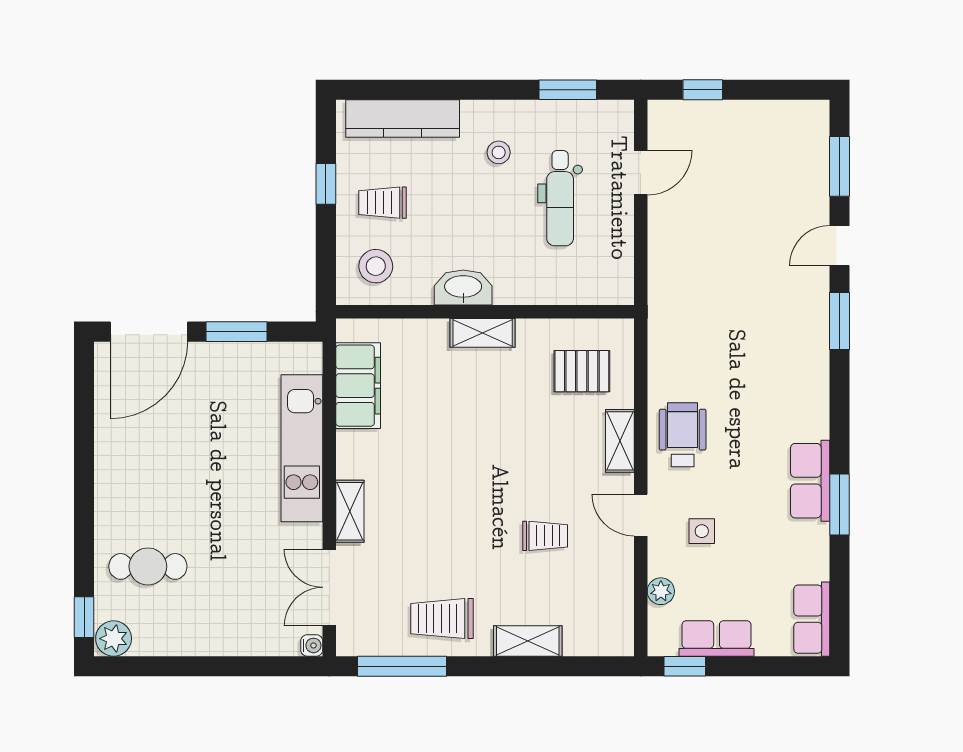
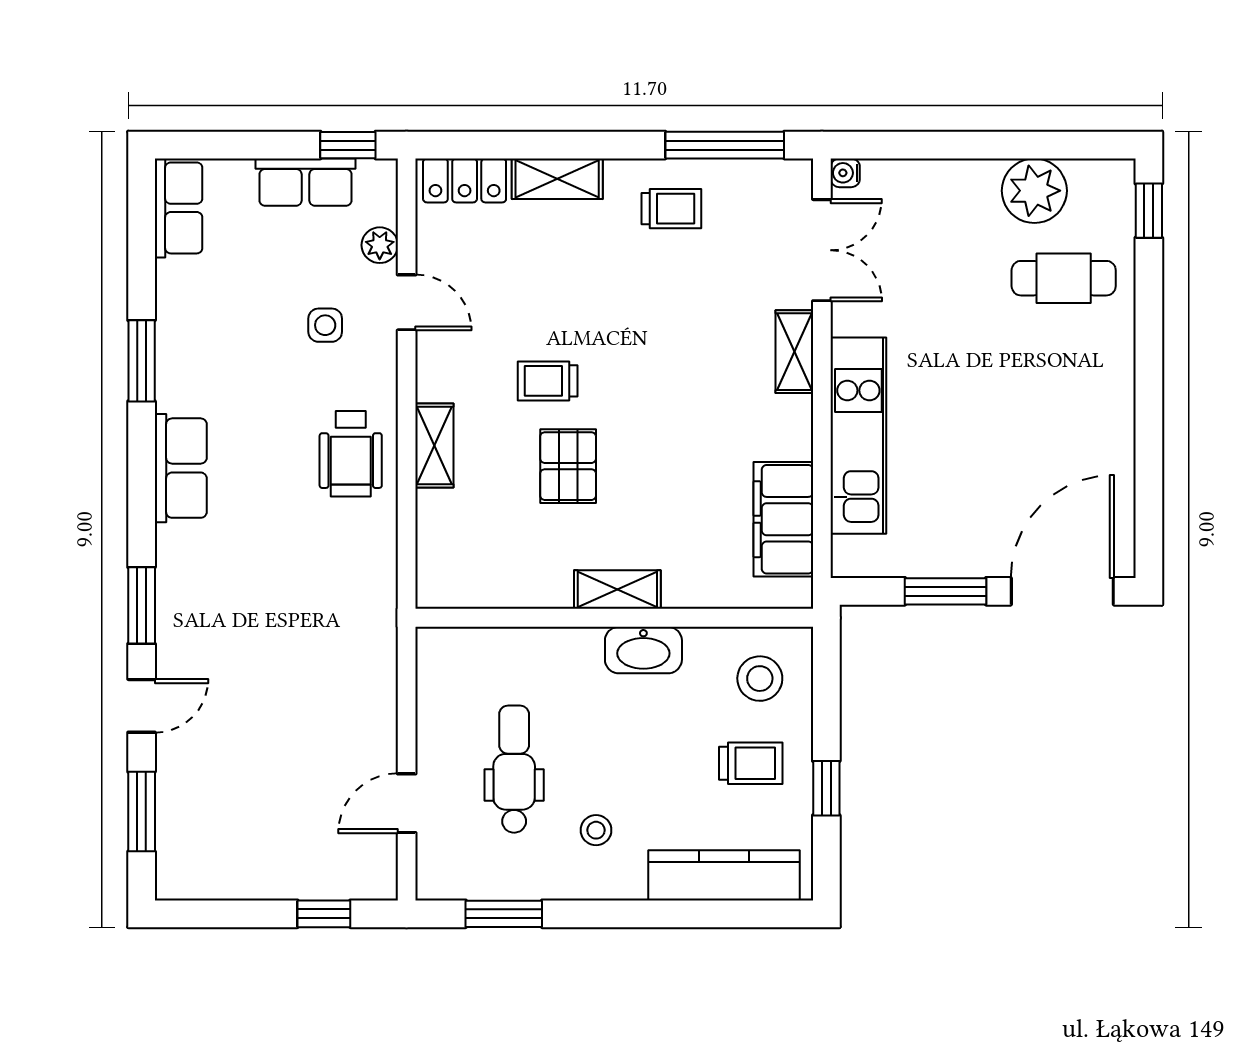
pallet: (582, 371) -> (568, 466), moved, turned 90
row of seats: (810, 481) -> (181, 468), moved
door: (641, 515) -> (407, 302), moved
trolley: (545, 536) -> (548, 381), moved
trolley: (442, 619) -> (671, 209), width x0.73, depth x0.72
plant: (114, 639) -> (1034, 191), moved, width x1.36, depth x1.36
locker: (597, 640) -> (465, 180), added

